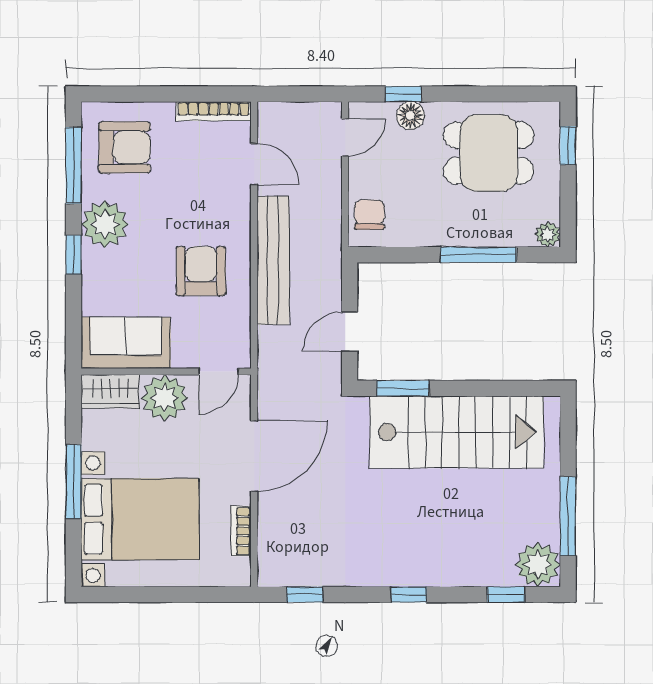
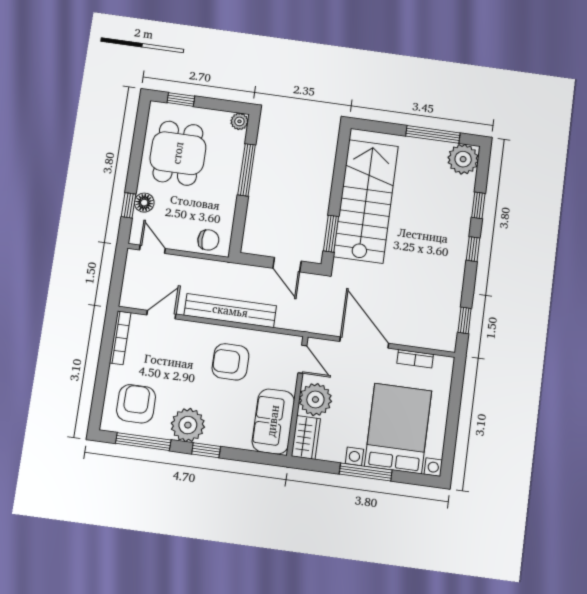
chair: (369, 215) -> (208, 240), turned 180
window: (506, 595) -> (478, 205), moved

